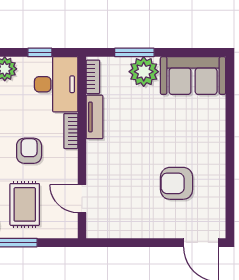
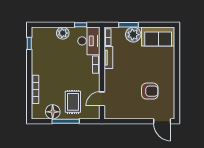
armchair: (29, 151) -> (75, 75), removed
armchair: (177, 183) -> (150, 91), turned 180
door: (82, 199) -> (102, 99), hinge flipped

